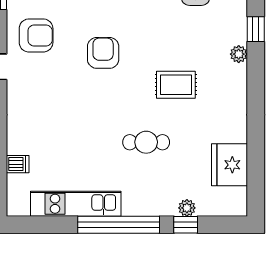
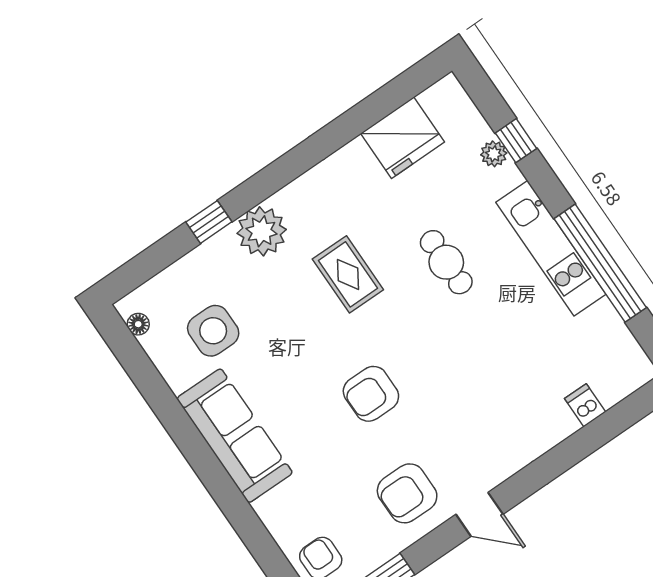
armchair: (36, 35) -> (407, 493), turned -90
plant: (239, 54) -> (262, 231), width x1.88, depth x1.88
kitchen unit: (76, 204) -> (551, 248), moved
window: (119, 225) -> (600, 263), moved

